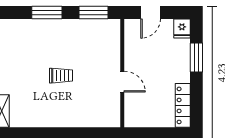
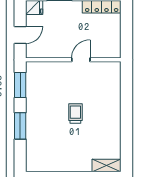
door: (151, 12) -> (20, 35), hinge flipped

